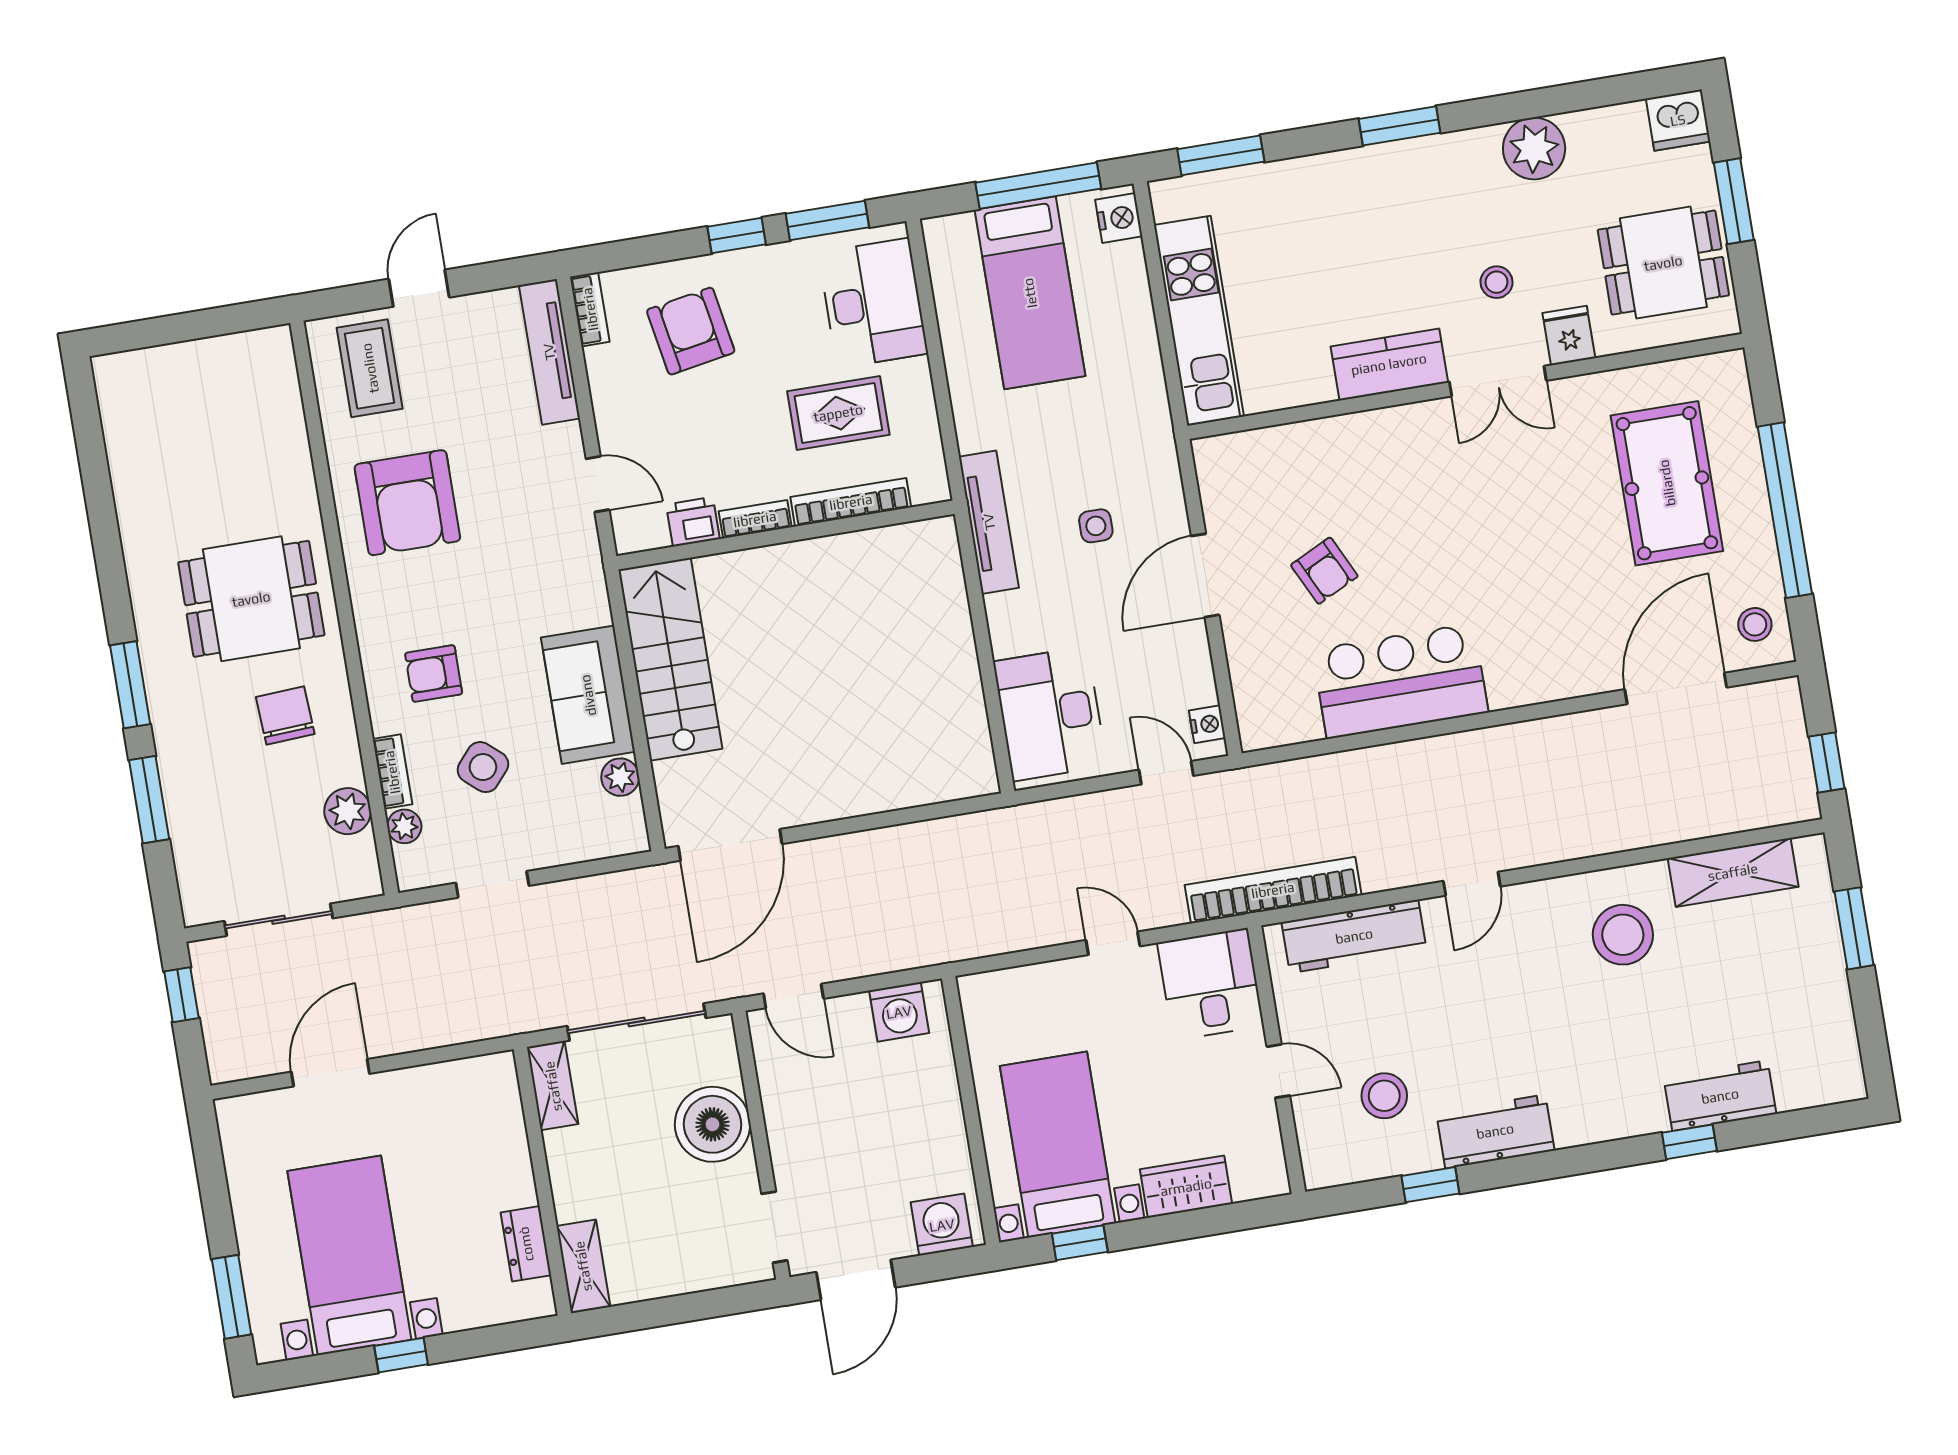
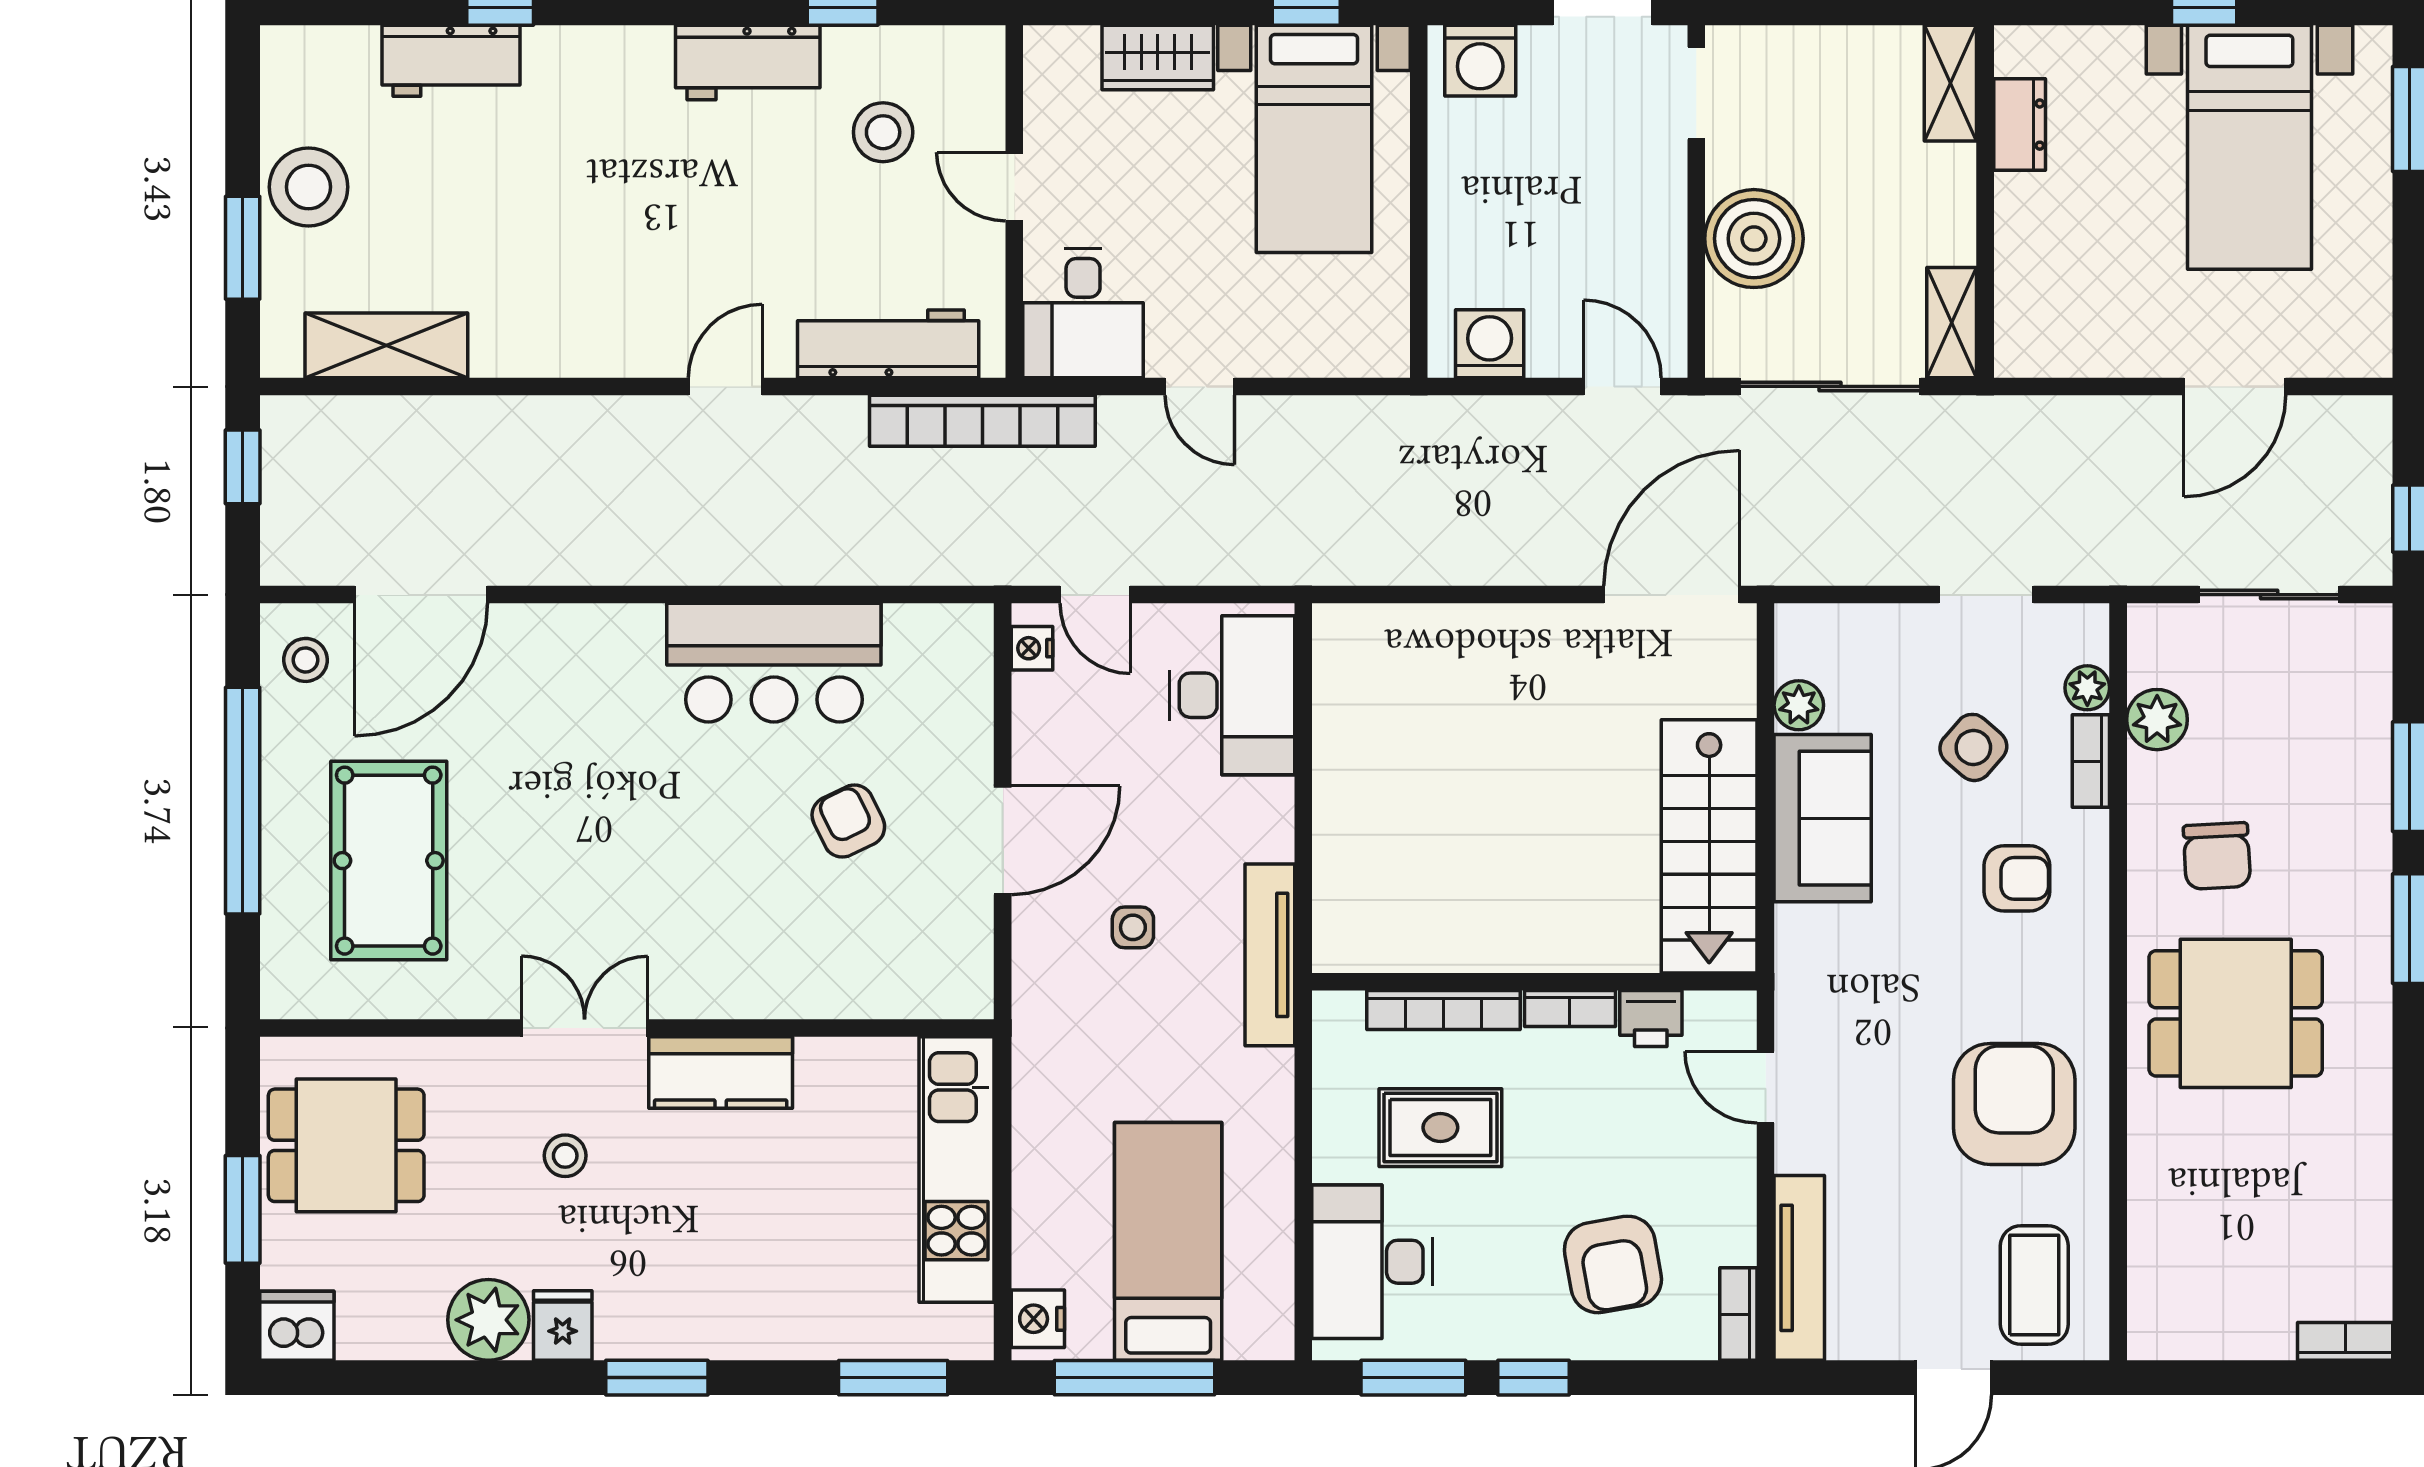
fridge: (1569, 336) -> (563, 1325), moved, turned 180
bookcase: (128, 365) -> (2345, 1341), added
stool: (1623, 935) -> (309, 187), moved

